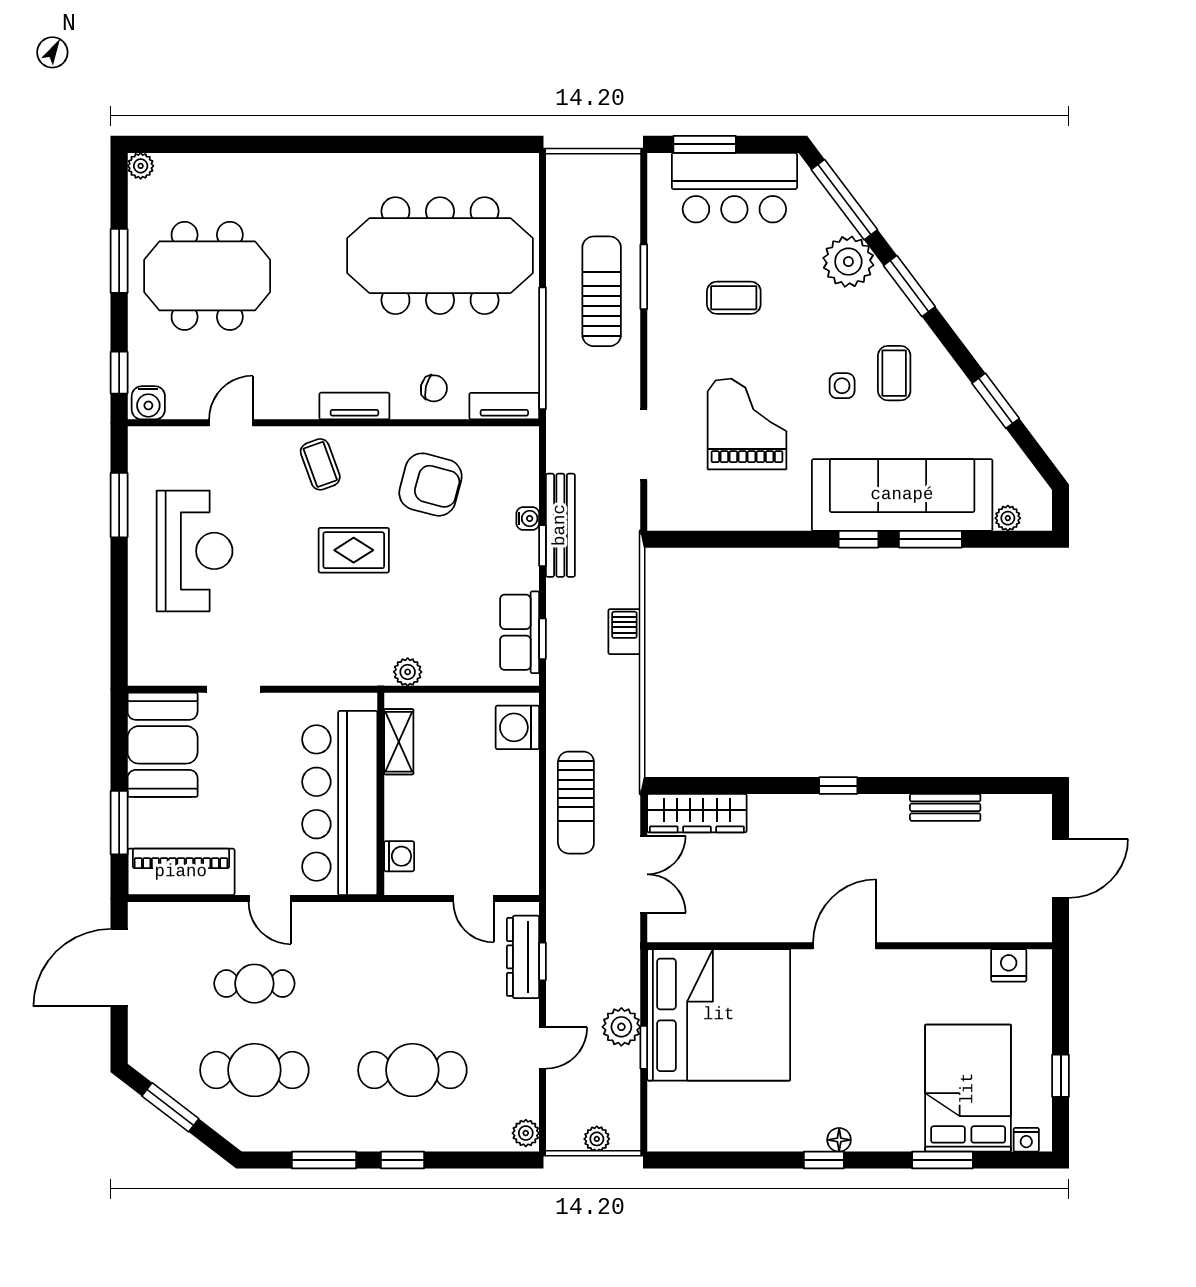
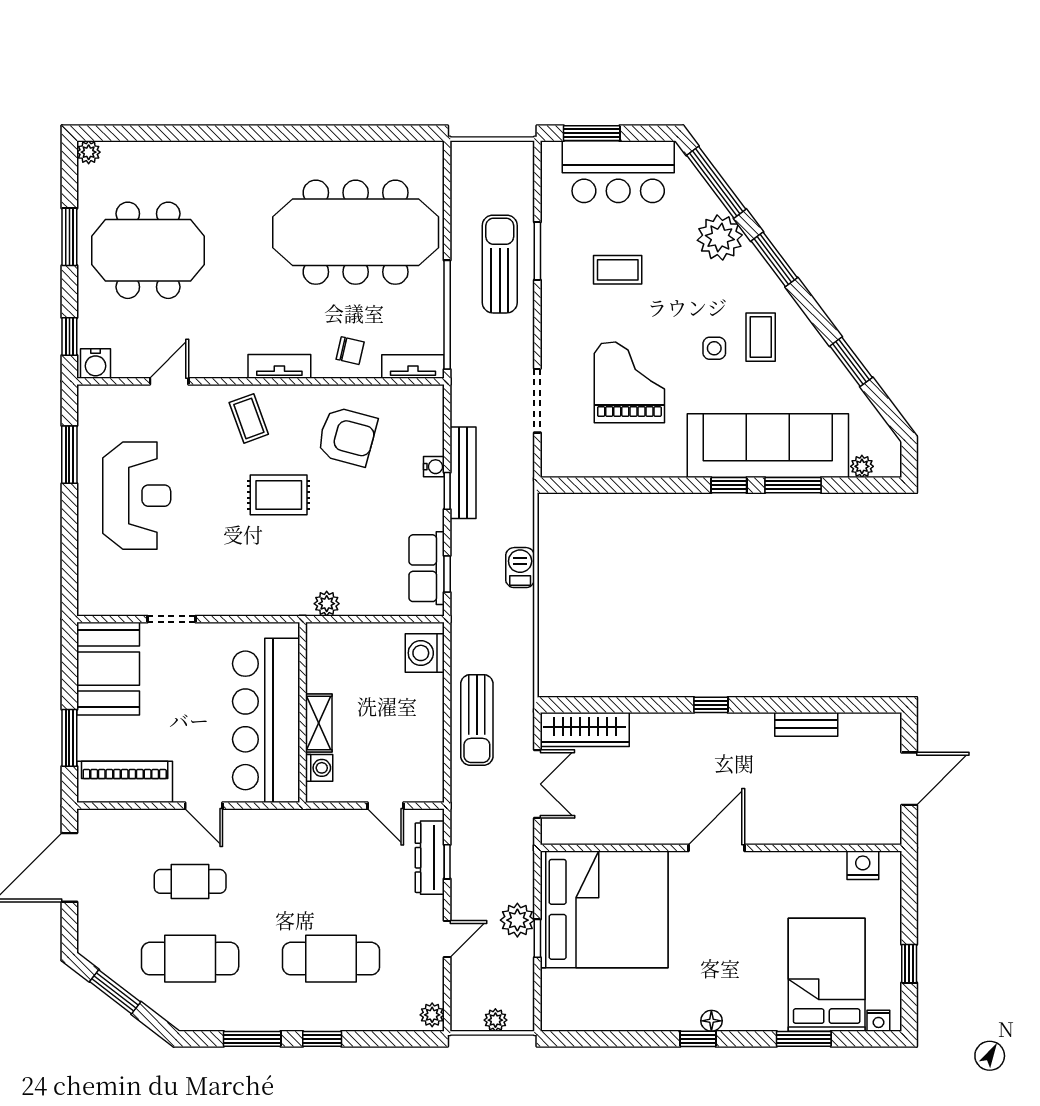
shelving: (399, 742) -> (319, 723), moved

